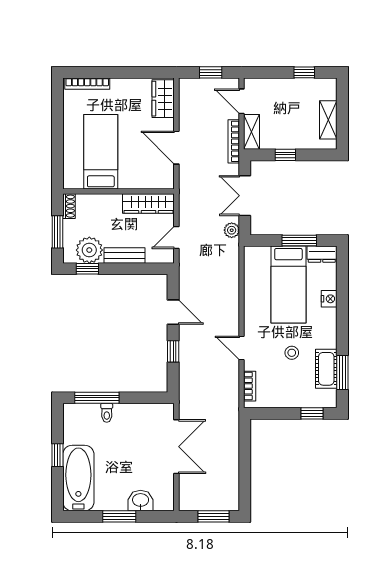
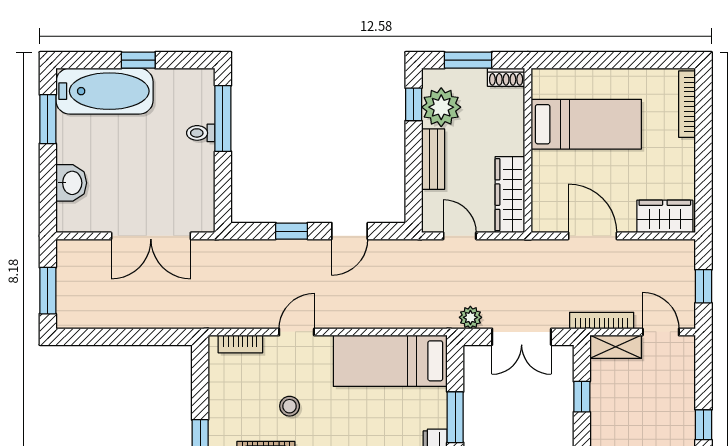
door: (241, 101) -> (661, 332), hinge flipped
door: (176, 148) -> (592, 236), hinge flipped
double door: (245, 196) -> (522, 337), swing flipped
bed: (288, 285) -> (390, 361), moved
window: (119, 516) -> (48, 119), moved

